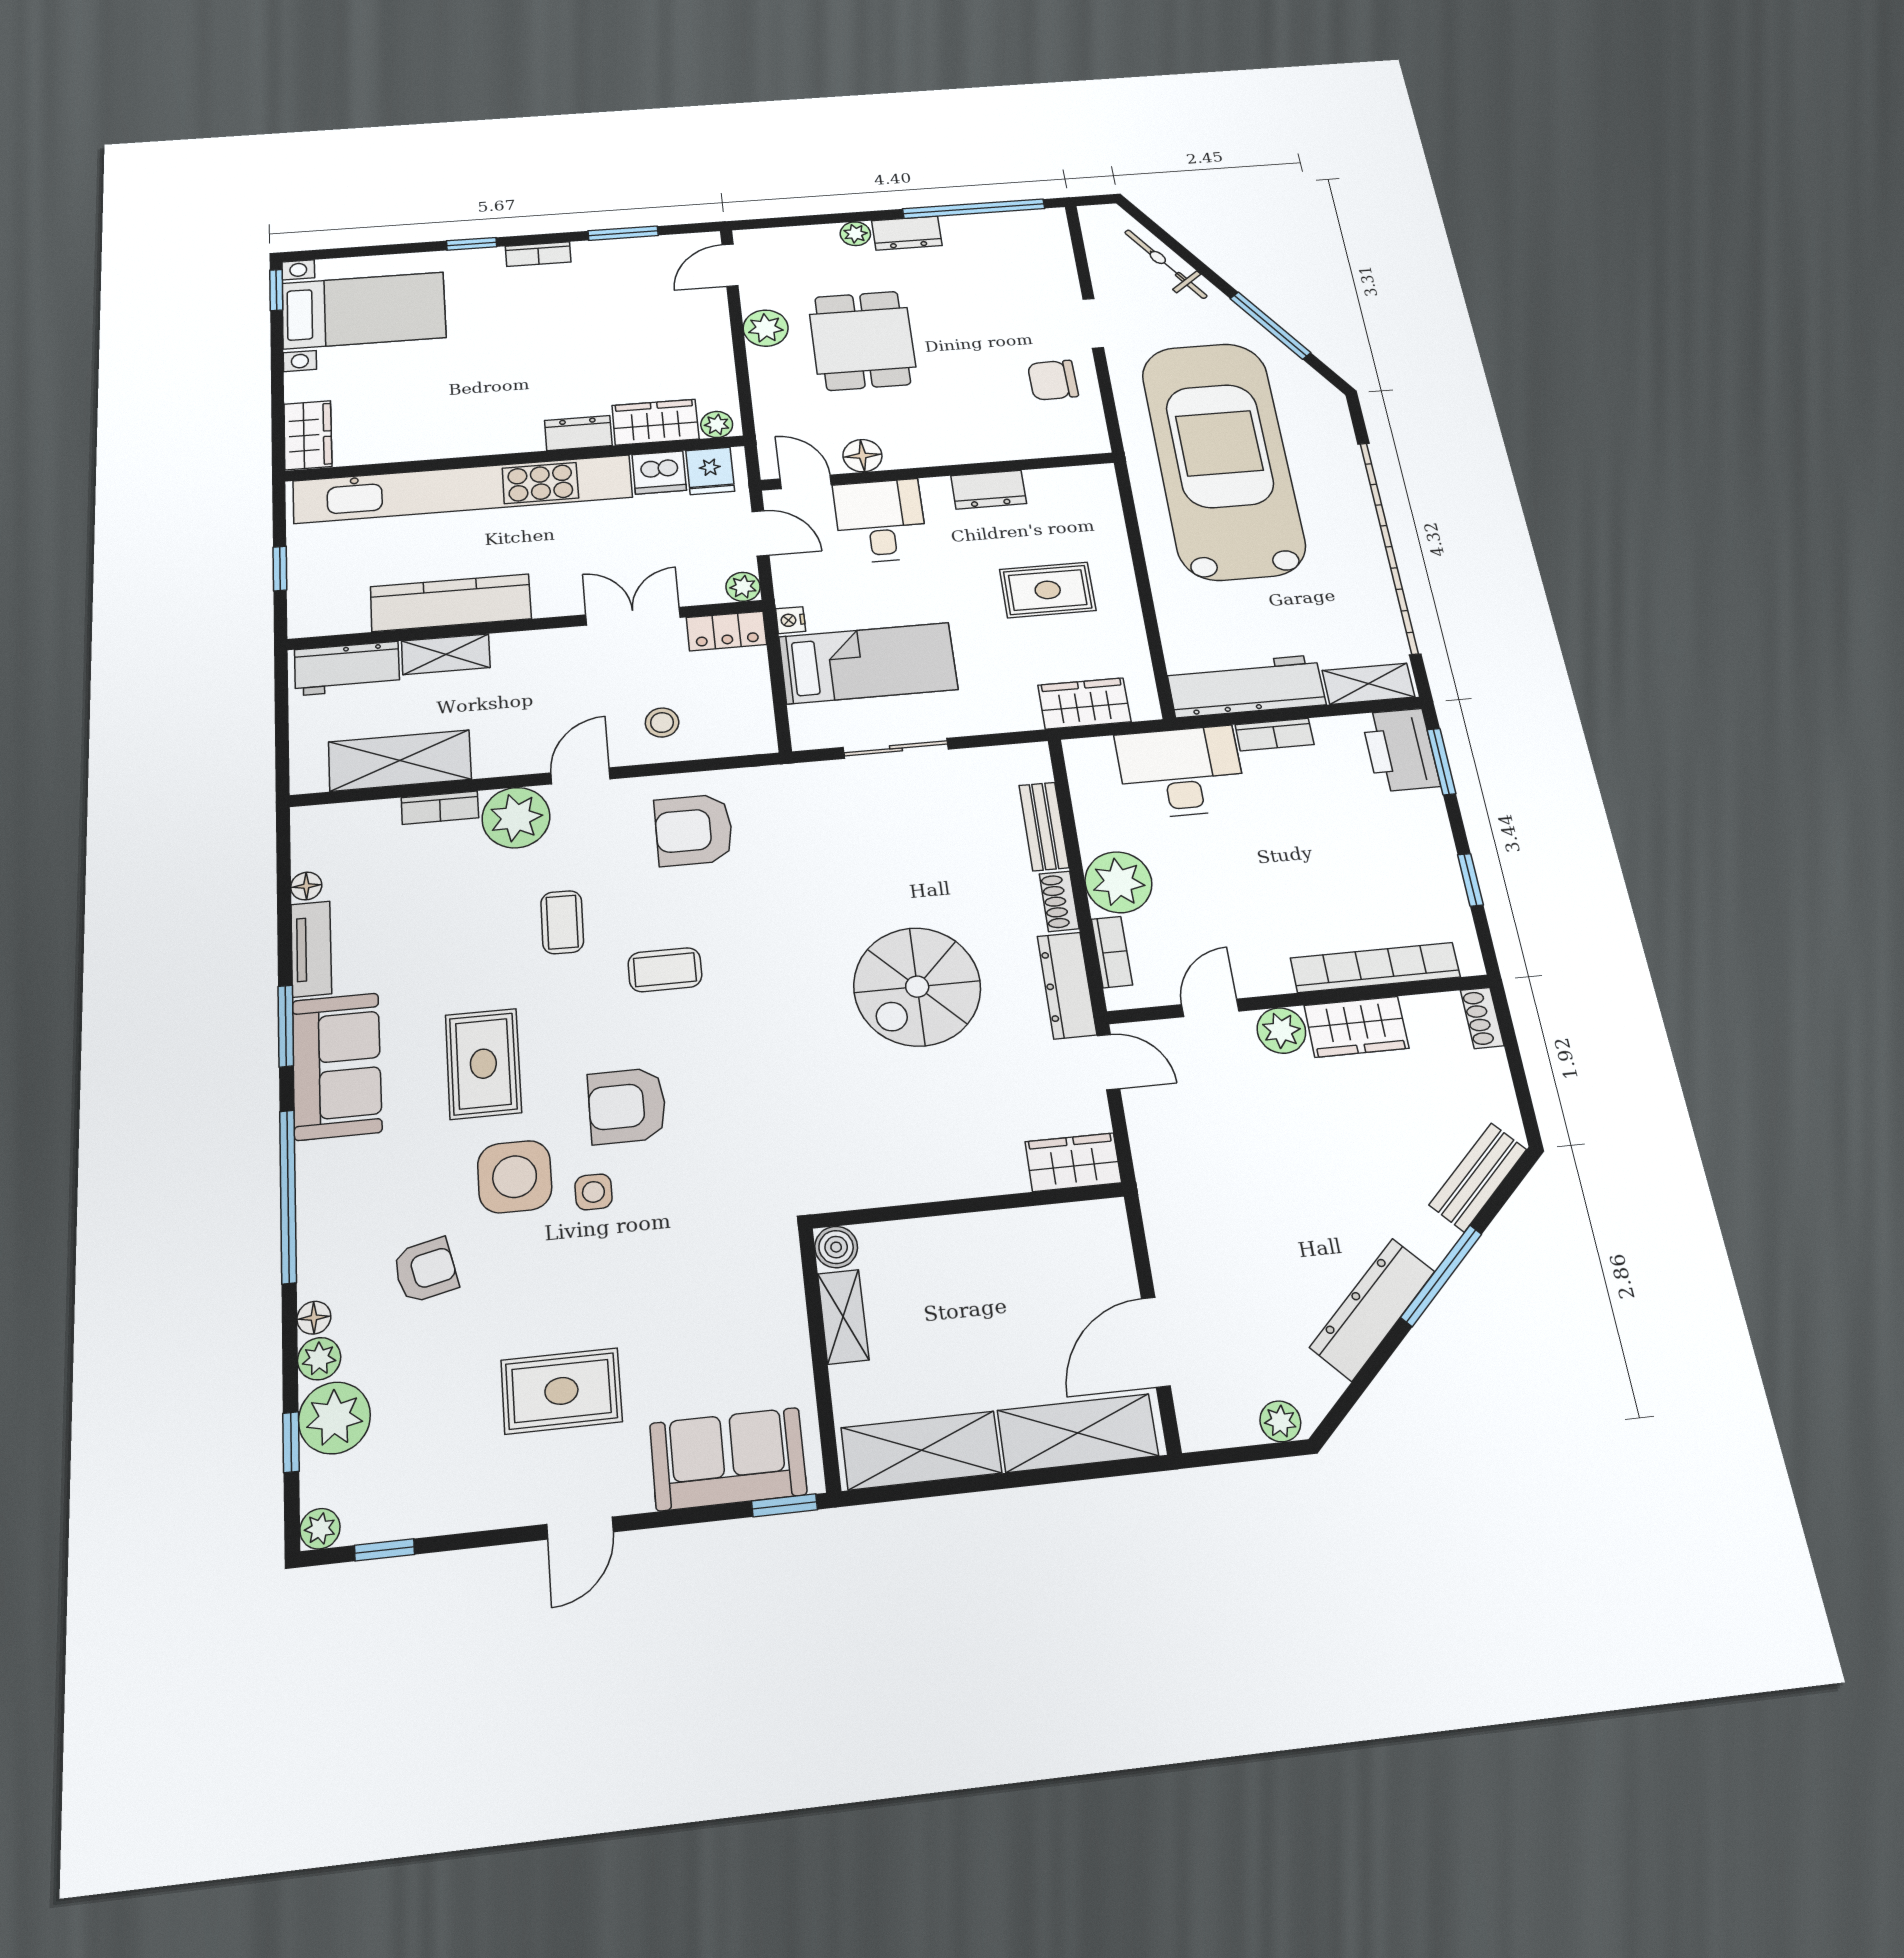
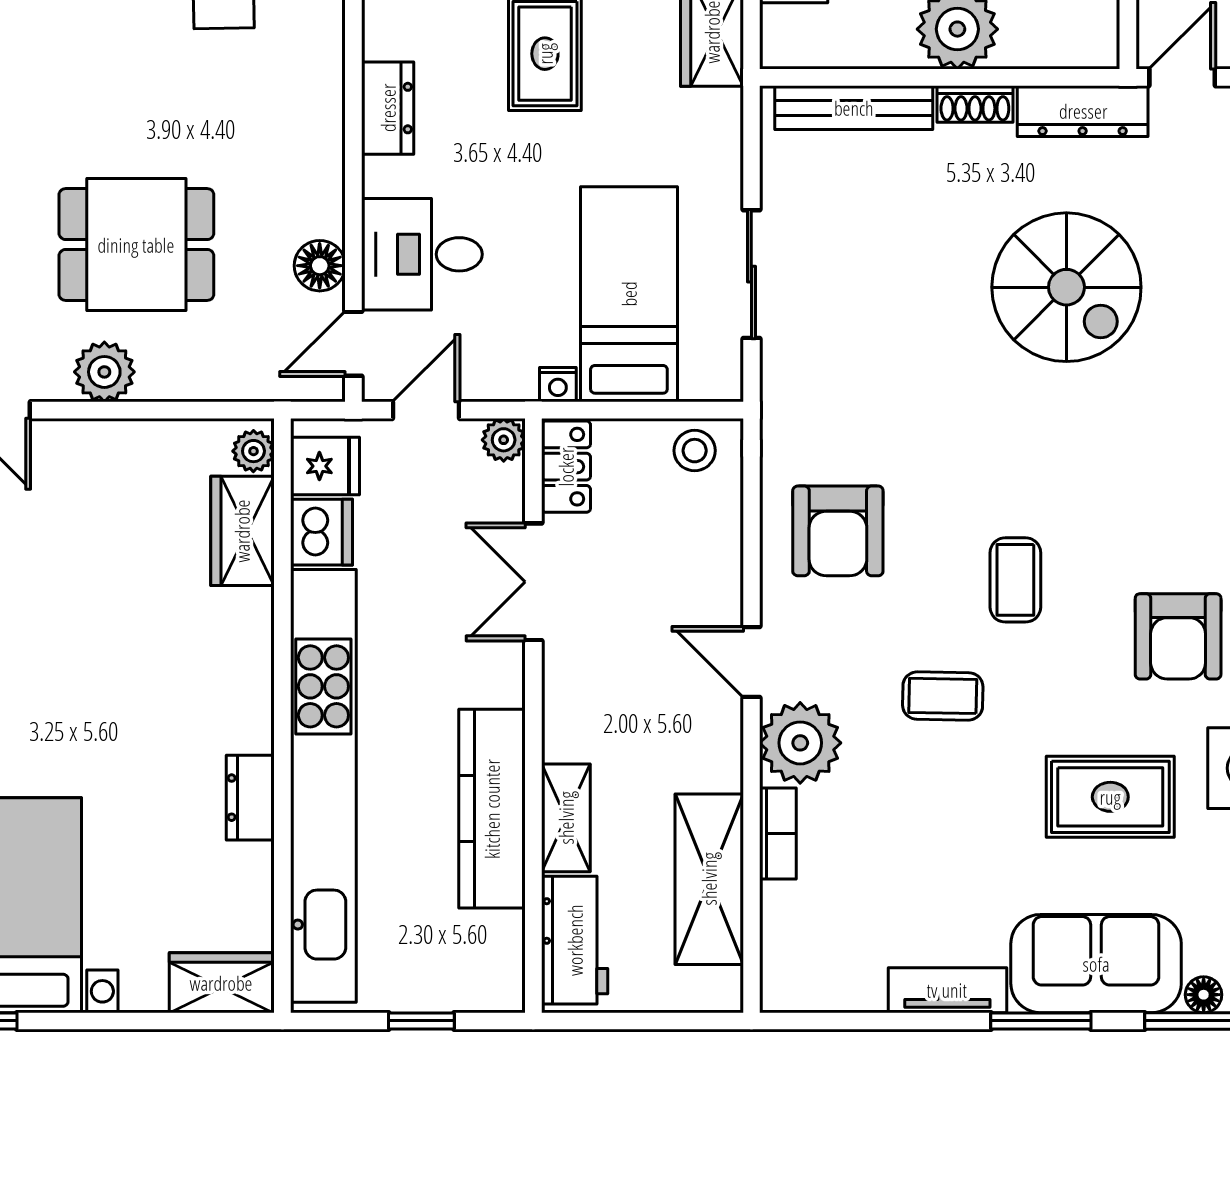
dresser: (578, 433) -> (250, 798), moved
stool: (662, 723) -> (695, 451), moved
bench: (1044, 826) -> (854, 108), width x1.36
floor lamp: (306, 886) -> (1204, 995), moved
bookcase: (1112, 952) -> (1046, 51), removed

